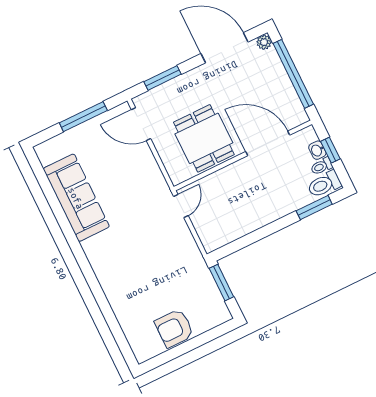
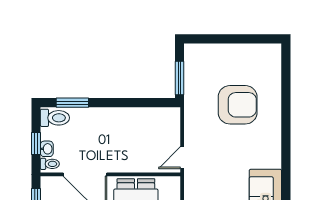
toilet: (322, 166) -> (50, 164), moved
armchair: (174, 328) -> (238, 105), moved, width x1.36, depth x1.36

